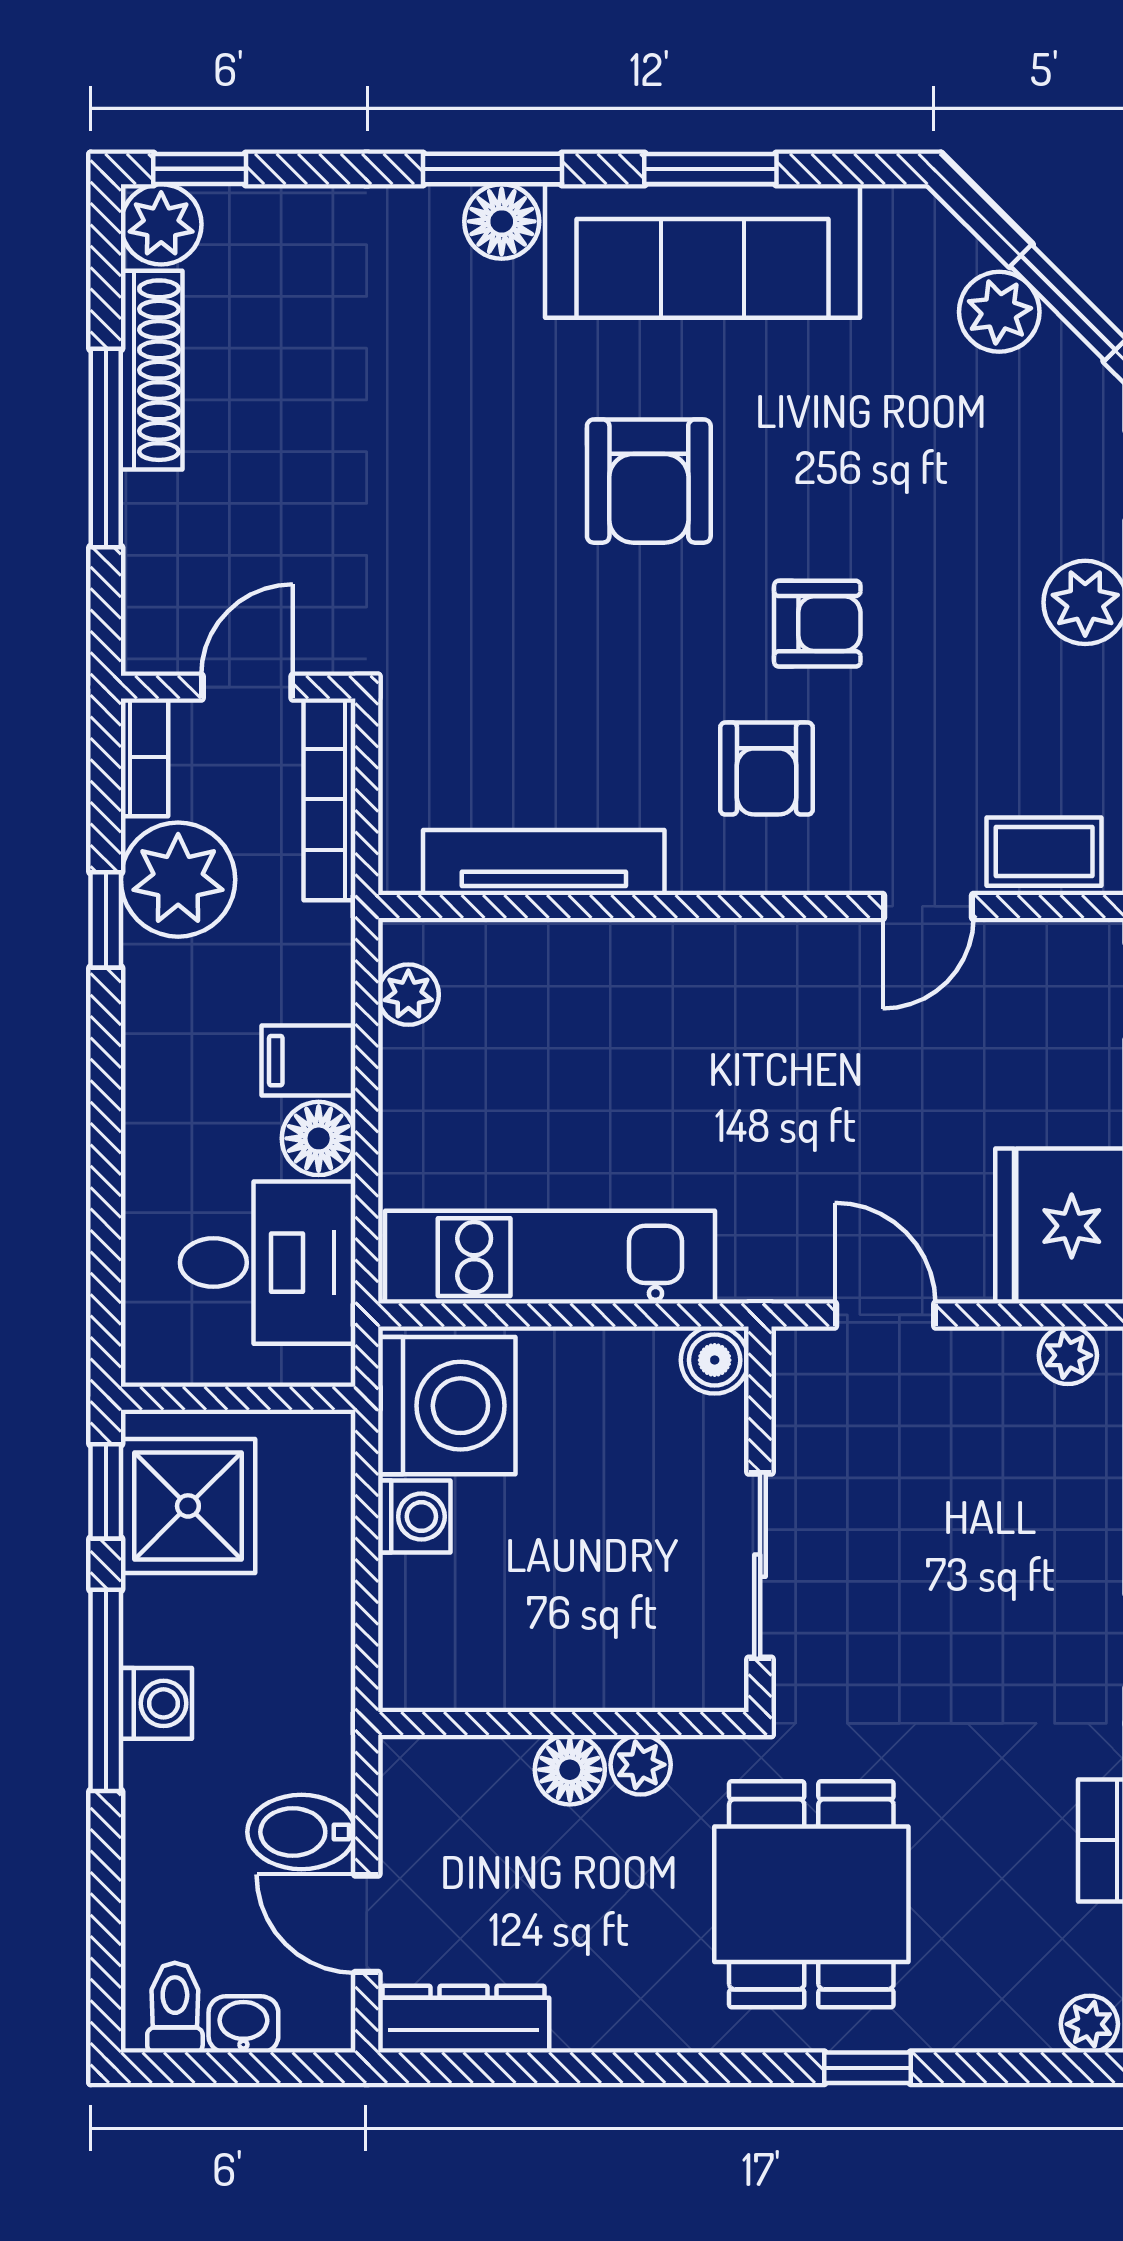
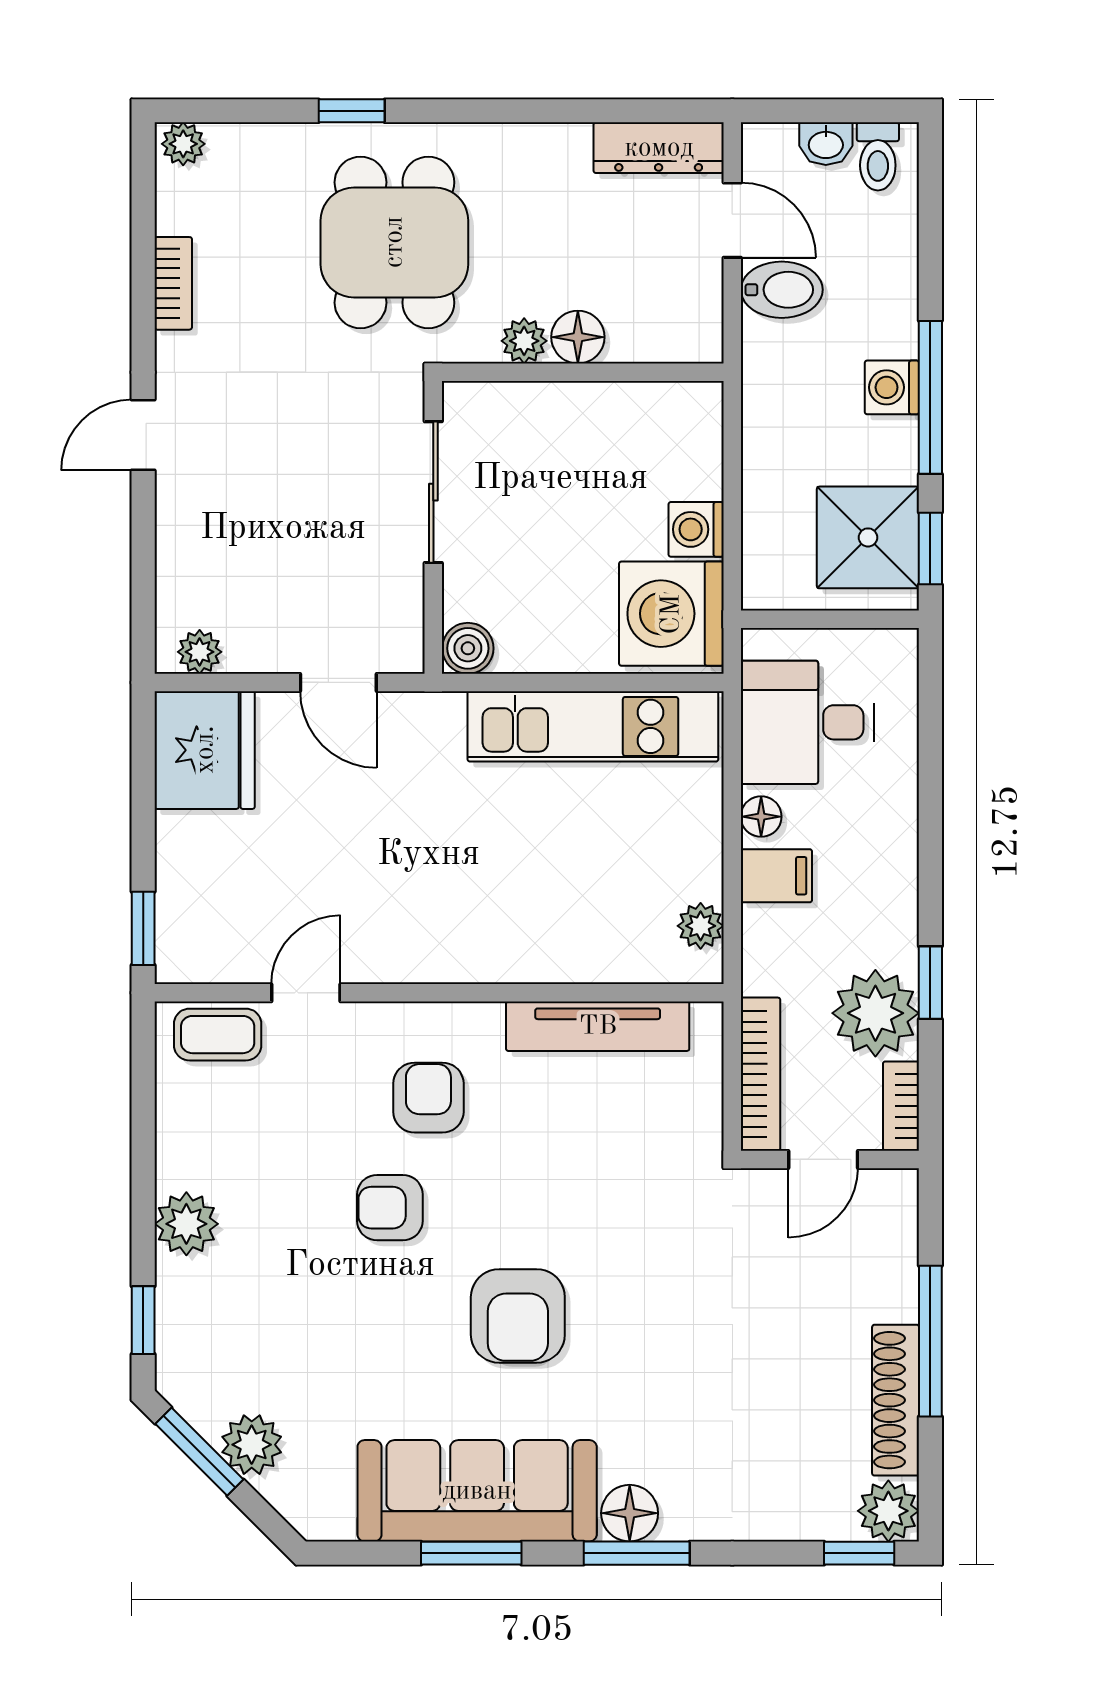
armchair: (649, 481) -> (518, 1316), turned 180
floor lamp: (319, 1138) -> (761, 817), width x0.73, depth x0.73

